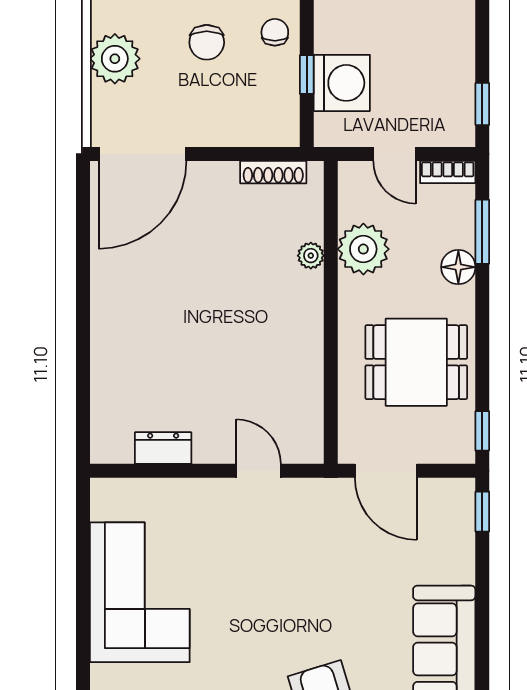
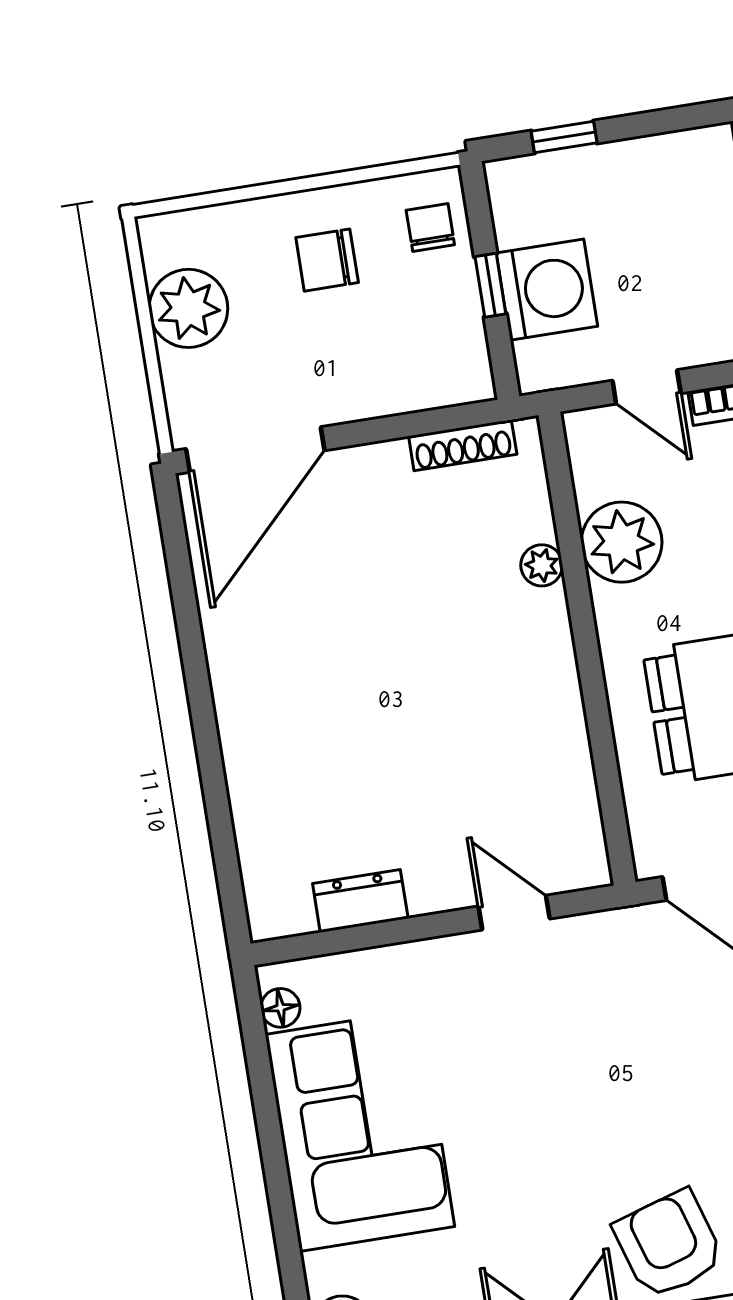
chair: (207, 42) -> (327, 260), turned 90
floor lamp: (102, 507) -> (280, 1008), added

